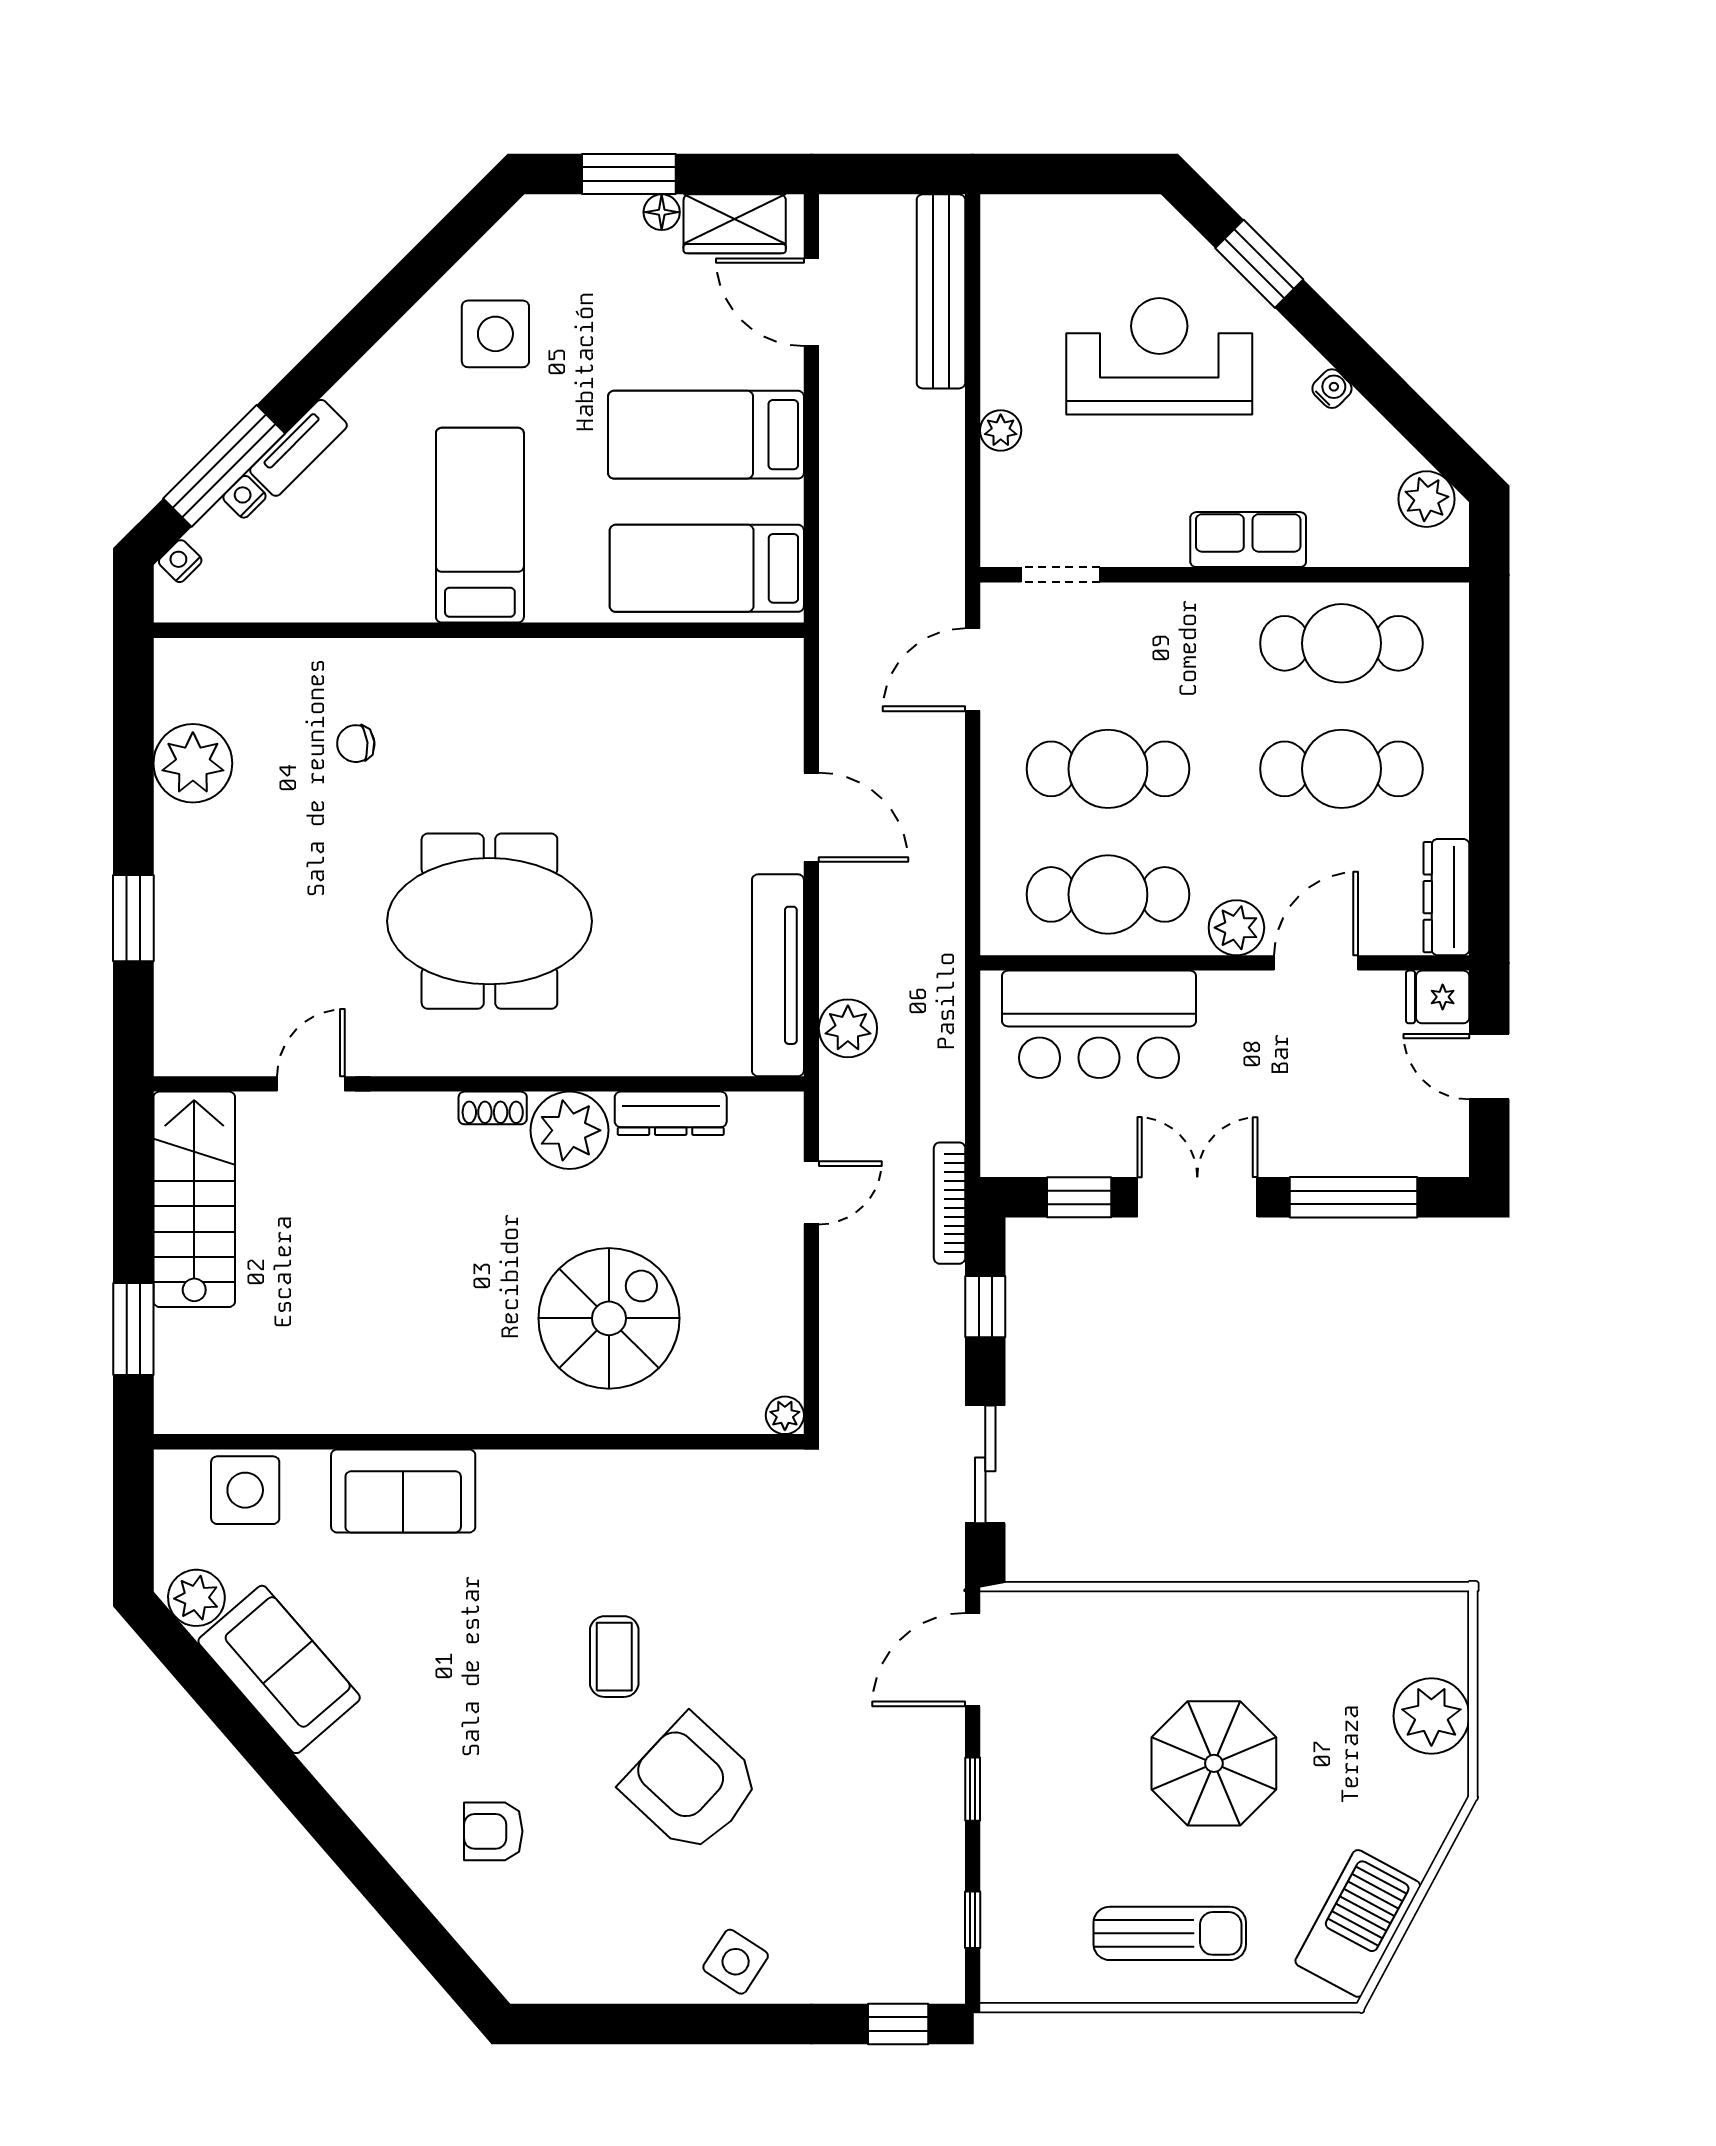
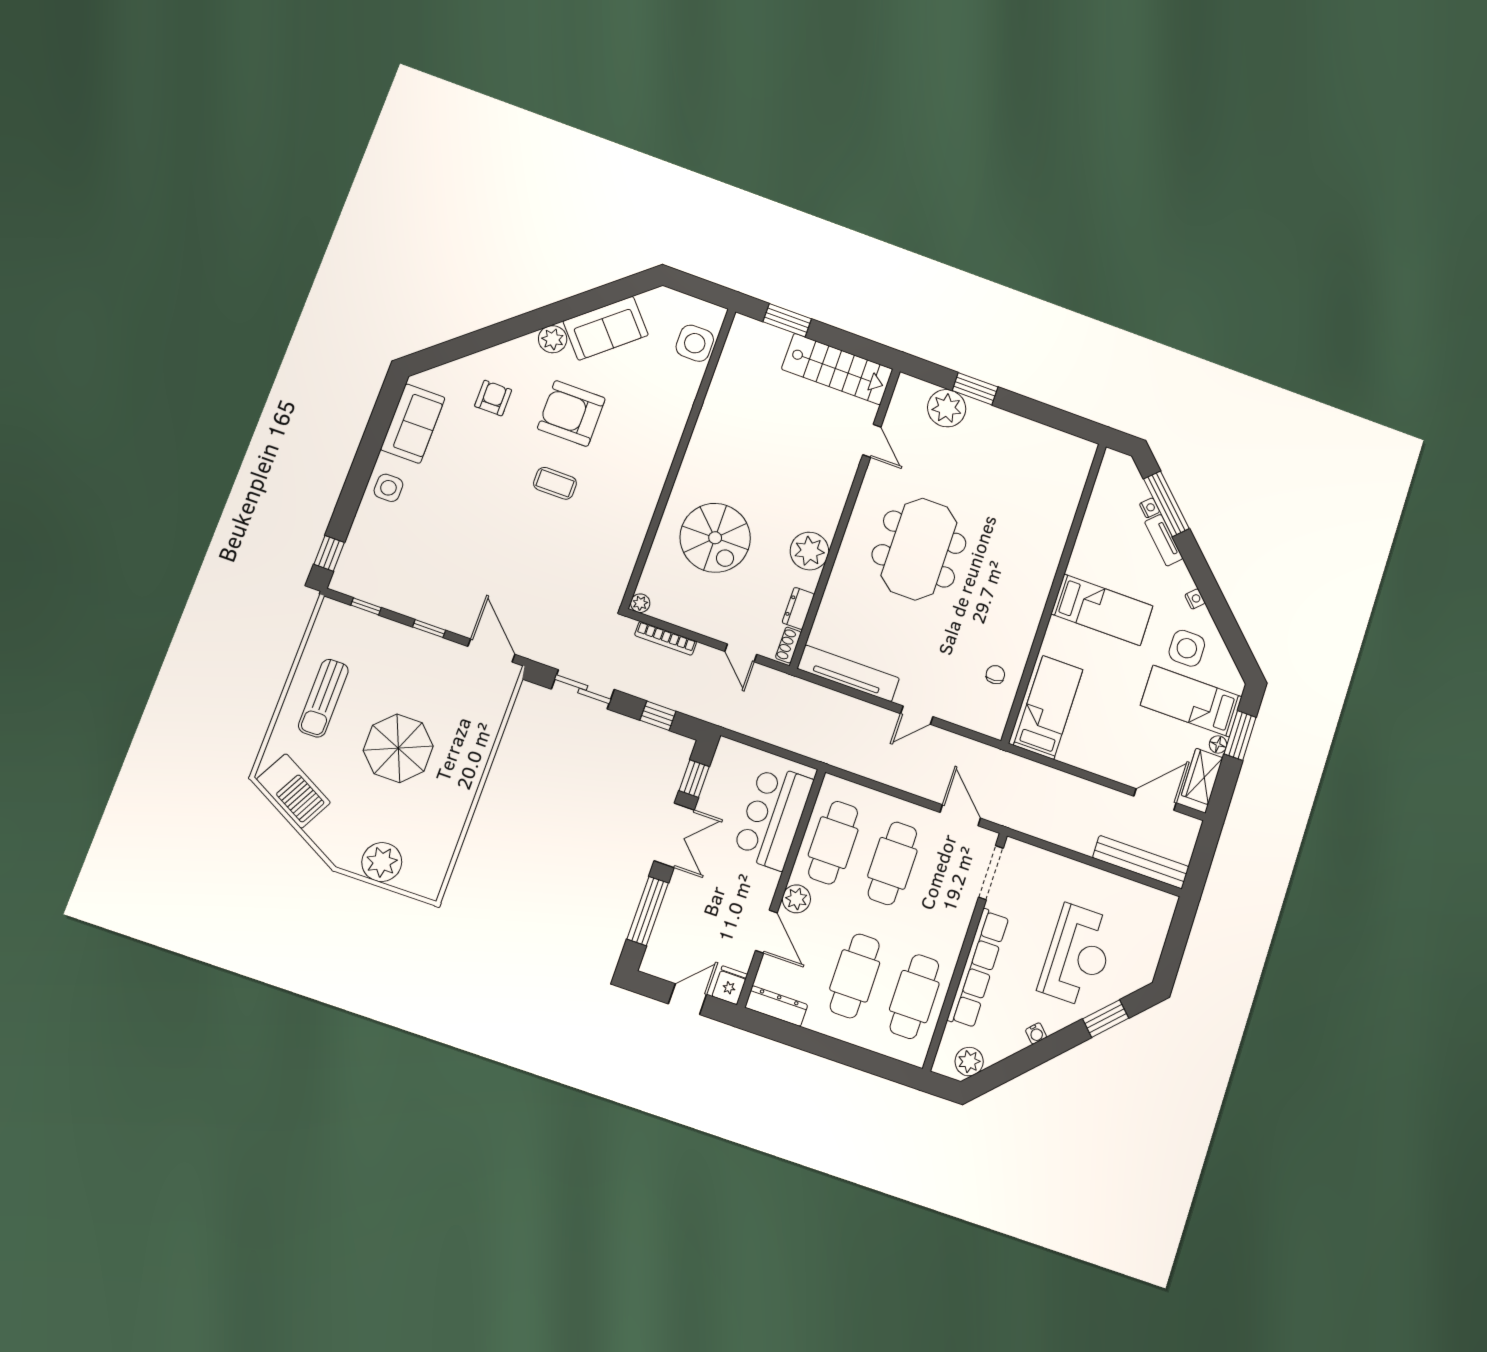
plant: (1001, 430) -> (1067, 868), removed
bed: (706, 435) -> (1191, 701), moved, turned -90
row of seats: (1248, 540) -> (978, 968), width x2.02
nightstand: (180, 561) -> (1195, 599), moved
doorway: (1061, 575) -> (991, 873), width x1.38
chair: (356, 744) -> (995, 675), moved
plant: (193, 763) -> (947, 408), moved
door: (811, 817) -> (917, 715), width x0.73
plant: (848, 1028) -> (812, 697), removed
shoe rack: (493, 1108) -> (788, 645), moved
dresser: (671, 1113) -> (798, 608), width x0.70
bookcase: (950, 1203) -> (666, 638), moved, turned 180
sofa: (403, 1491) -> (413, 424), moved, turned 180
plant: (196, 1598) -> (553, 339), moved
armchair: (692, 1785) -> (571, 413), moved, turned -133
side table: (736, 1962) -> (388, 488), turned -33

